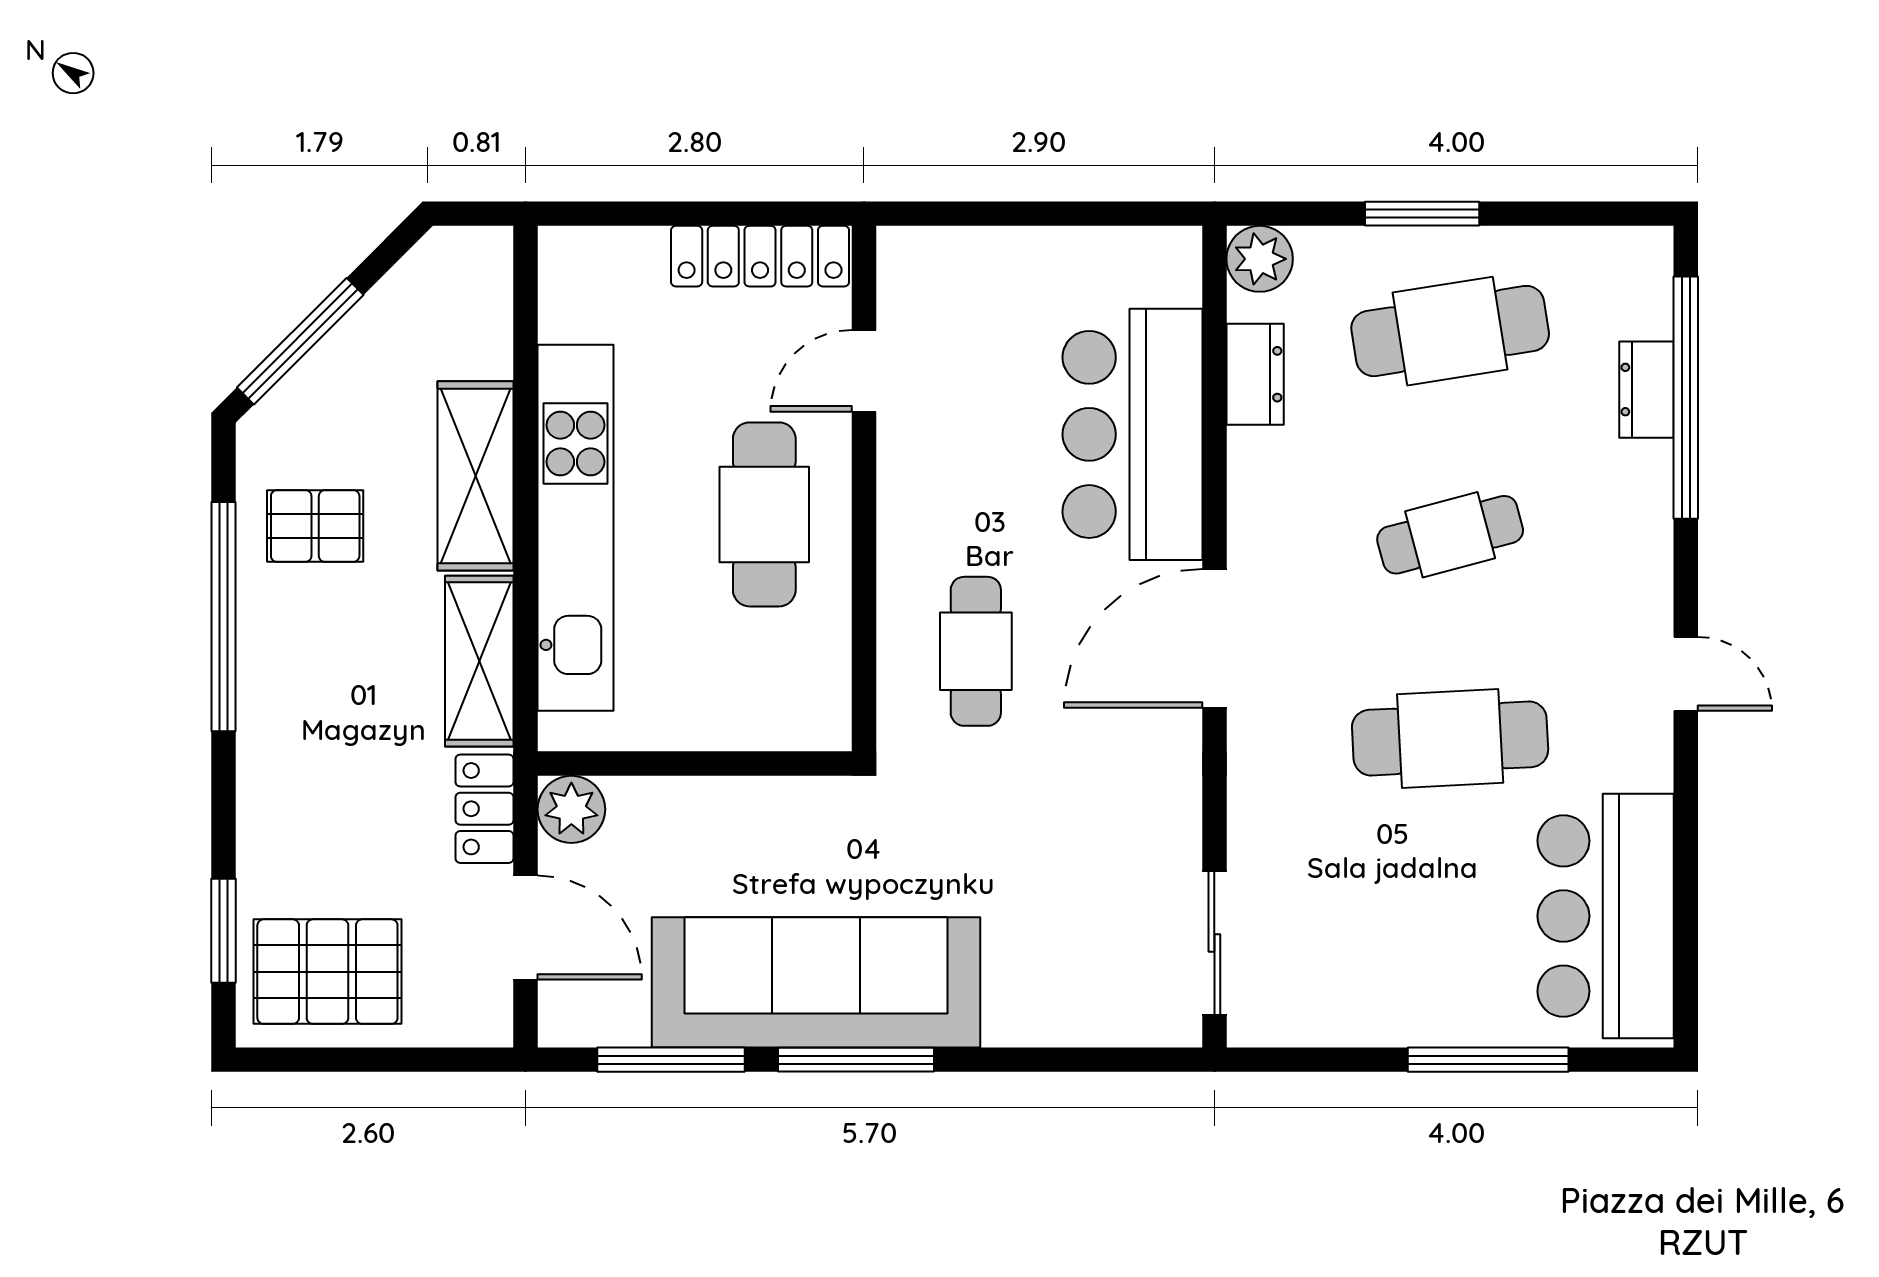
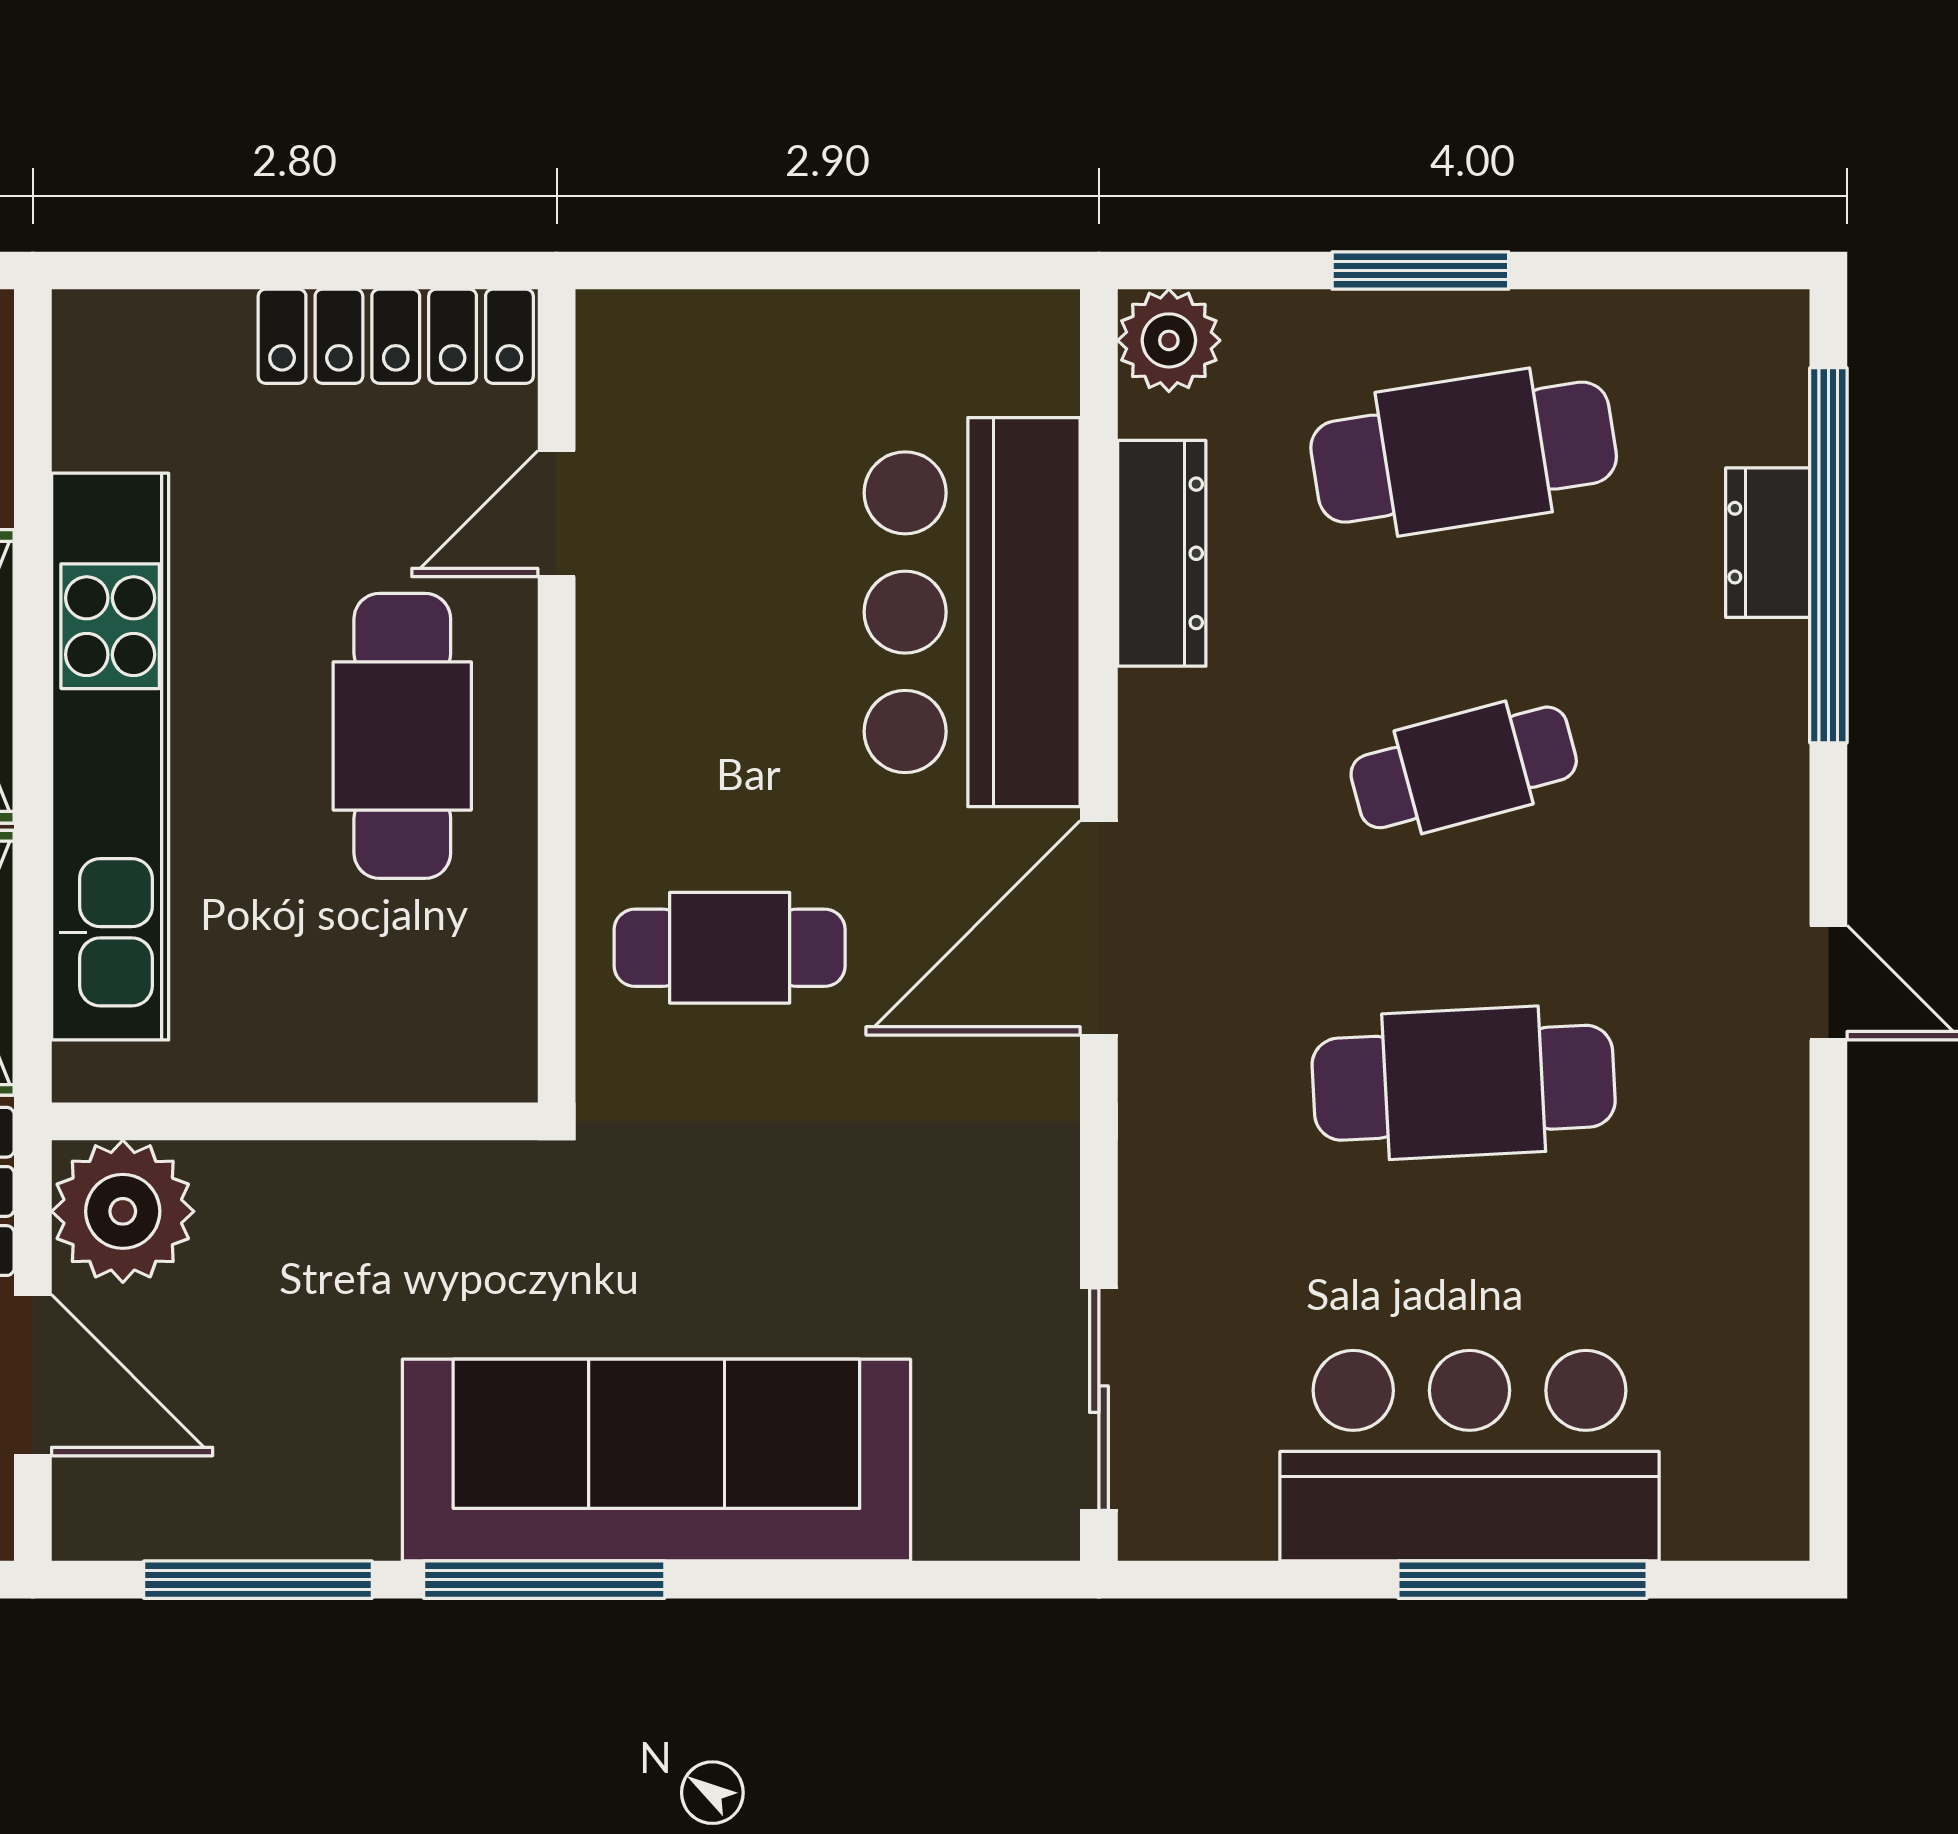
dresser: (1255, 374) -> (1162, 553), width x1.44
cafe table: (976, 651) -> (730, 948), turned 90
plant: (571, 809) -> (123, 1211), width x1.36, depth x1.36
bar counter: (1606, 916) -> (1470, 1456), moved, turned 90
sofa: (816, 982) -> (656, 1460), moved

